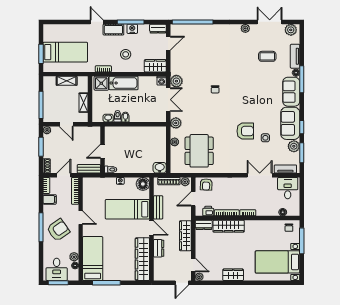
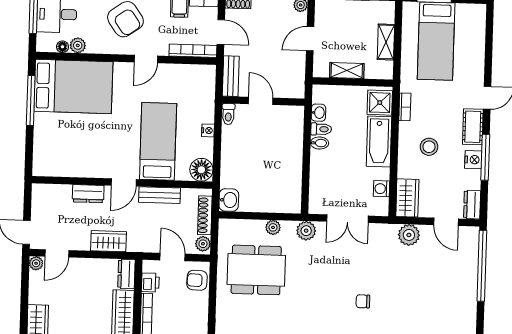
washing machine: (162, 81) -> (381, 189), moved
plant: (176, 81) -> (409, 235), moved
wardrobe: (185, 236) -> (108, 241), width x0.67
bed: (93, 259) -> (73, 86), width x1.50
wardrobe: (142, 259) -> (70, 165), removed

